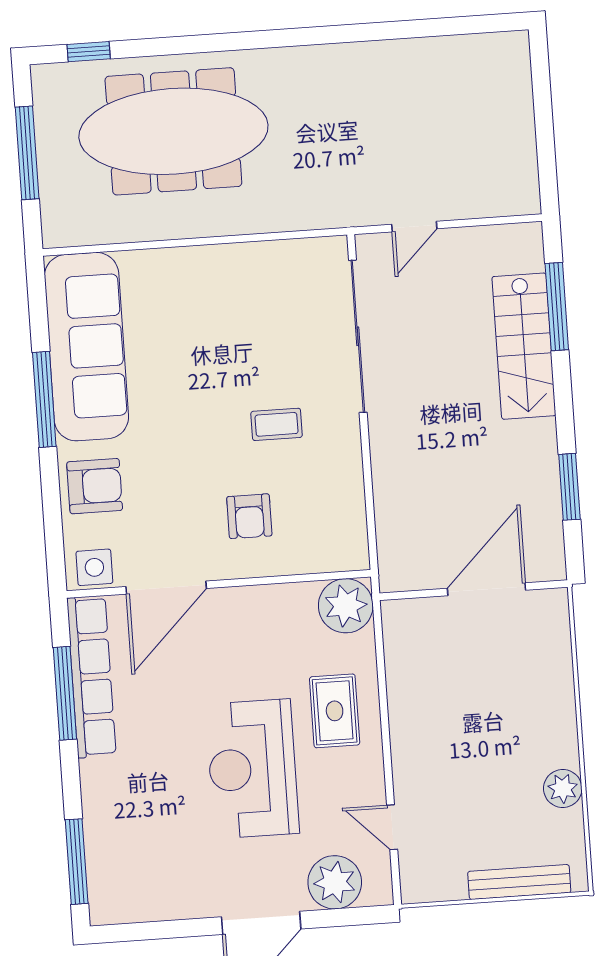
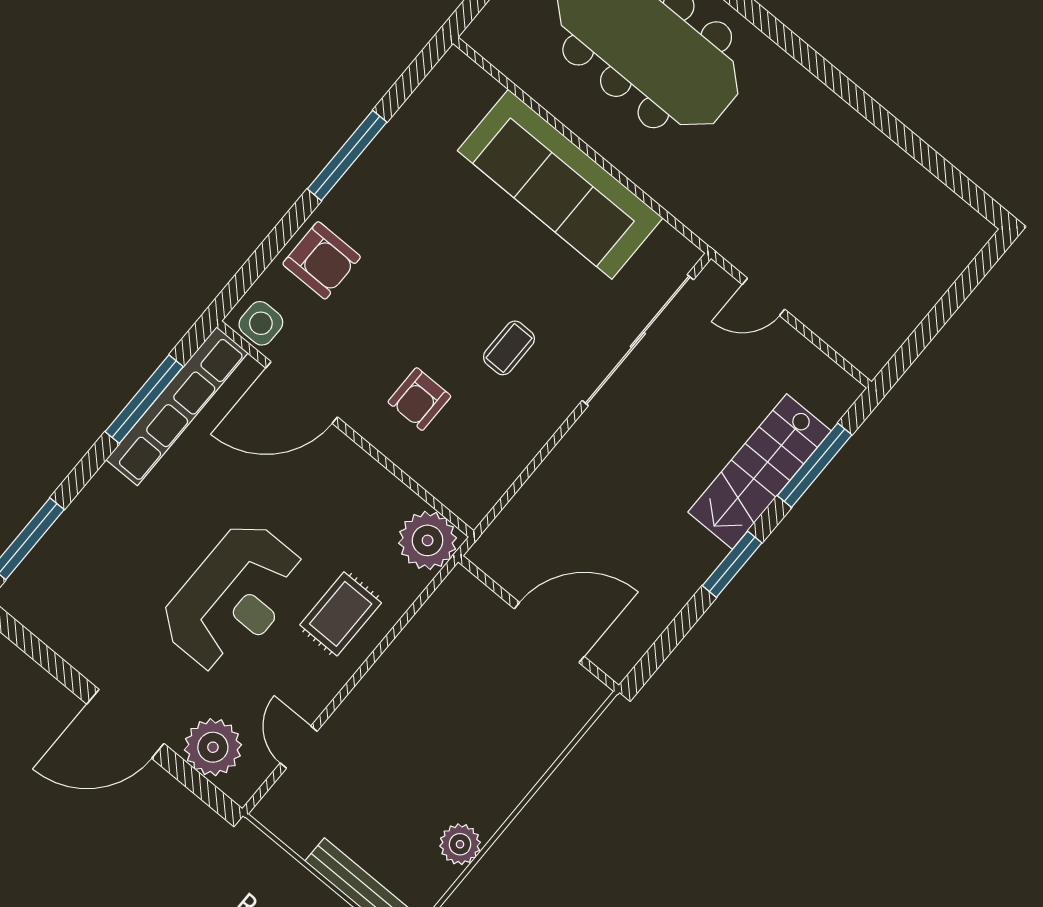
sofa: (86, 347) -> (560, 184), moved, turned 90
coffee table: (277, 424) -> (509, 348), turned 90
window: (569, 487) -> (732, 564), moved
reception desk: (252, 769) -> (234, 598), turned 180

